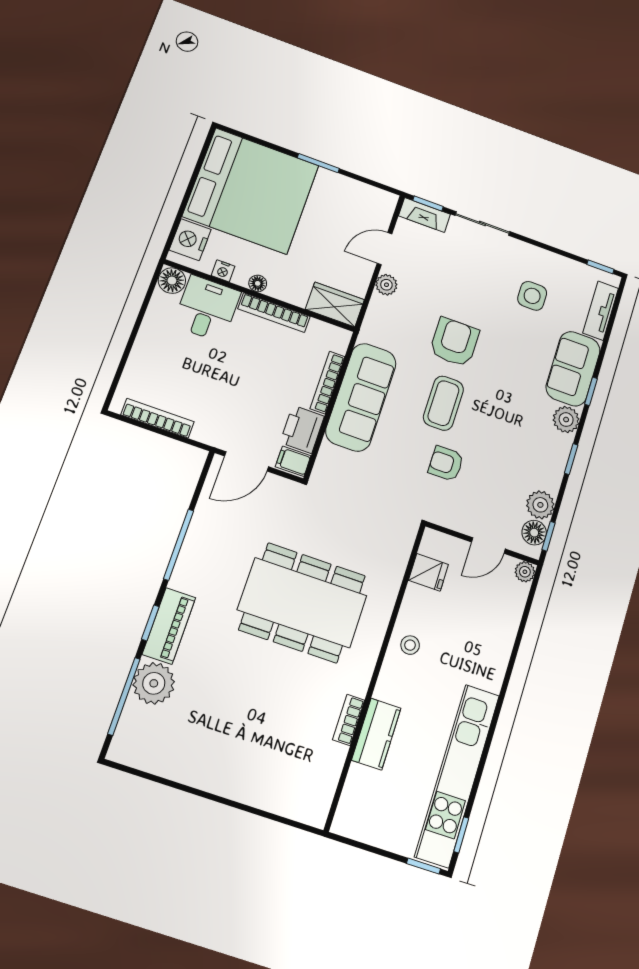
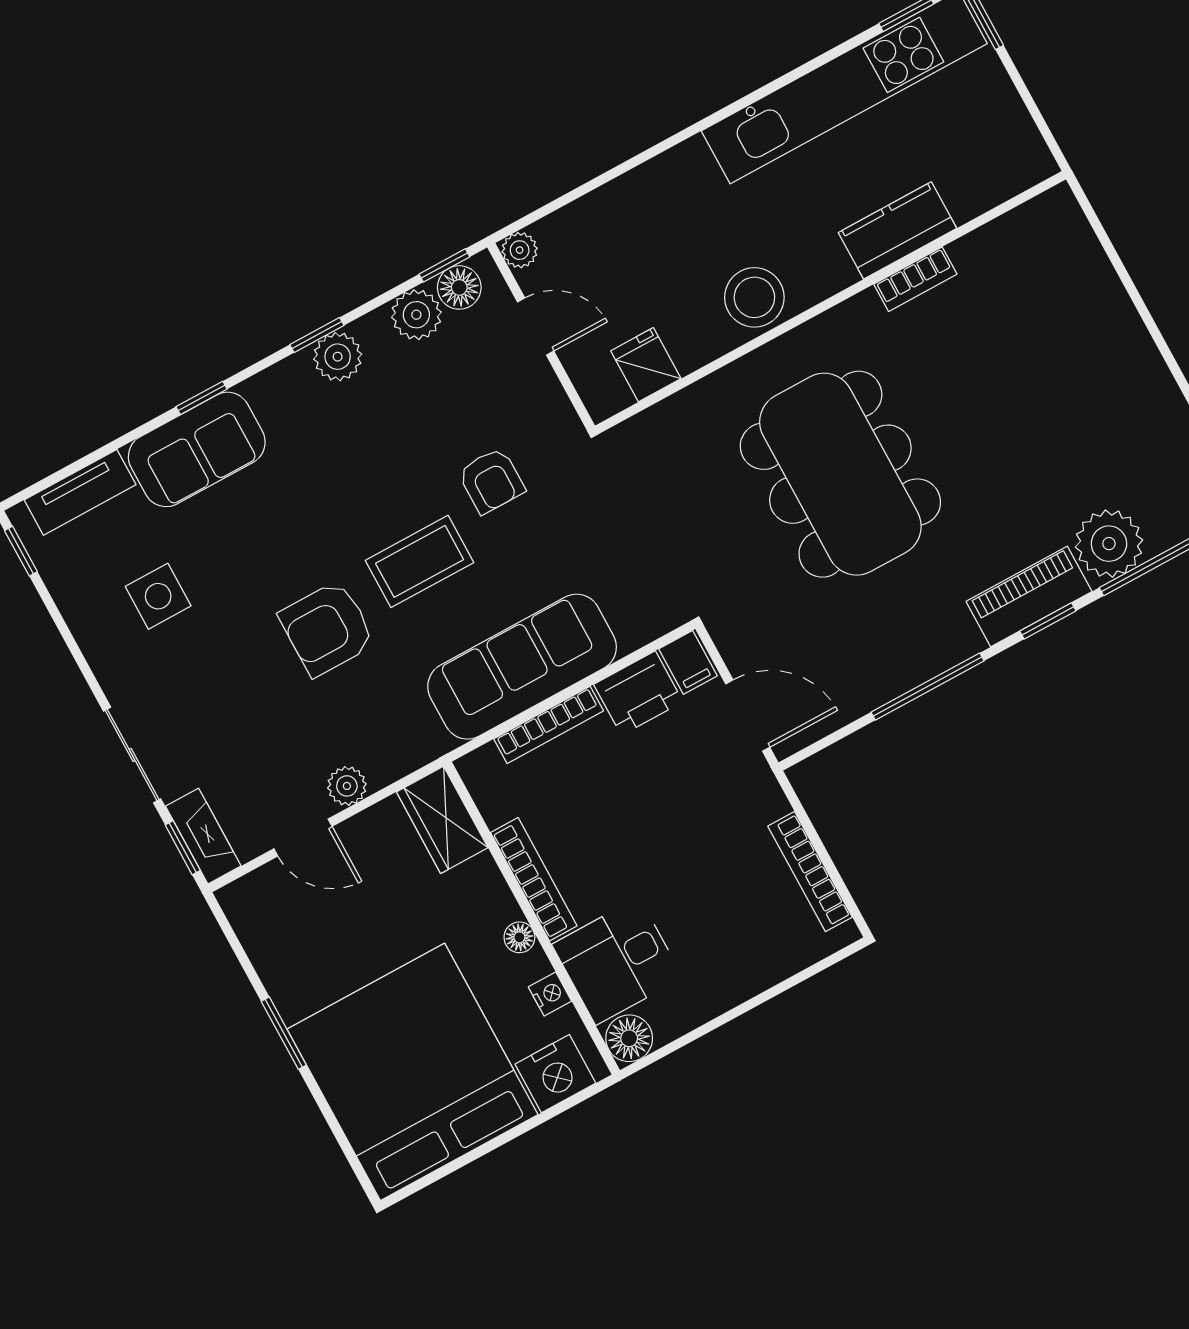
plant: (566, 420) -> (338, 357), moved
stool: (410, 645) -> (754, 297), width x1.89, depth x1.89

